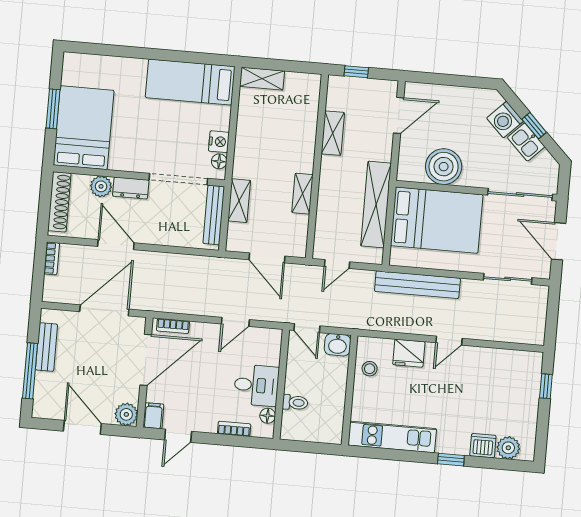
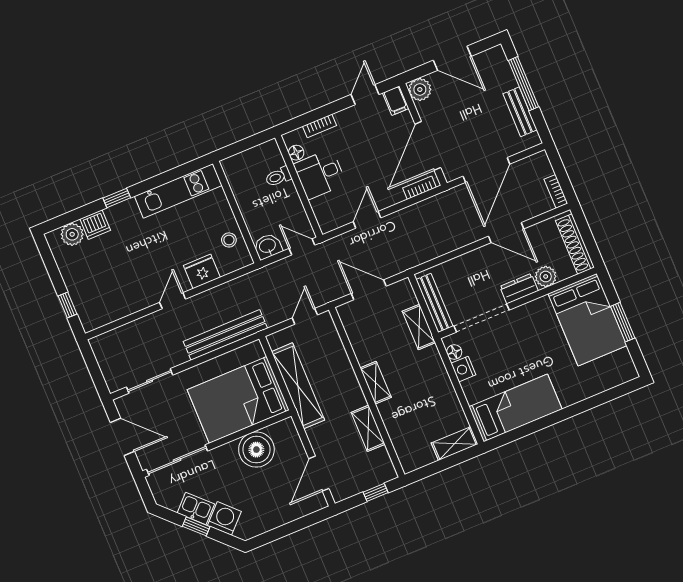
shelving: (302, 194) -> (376, 383), moved

